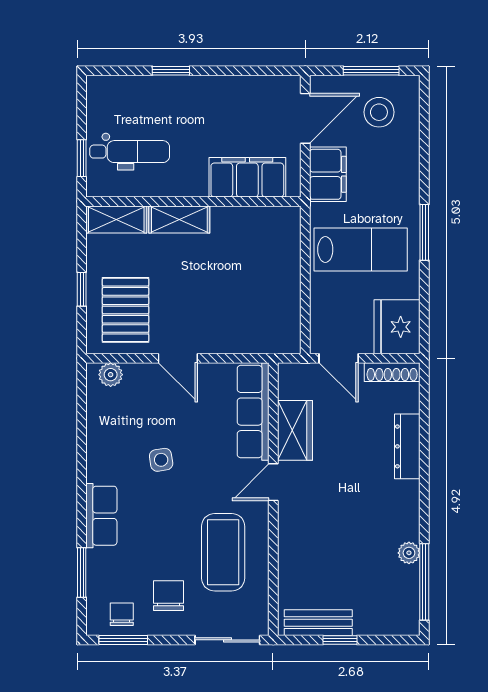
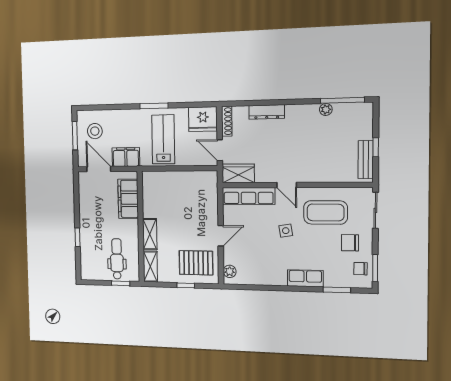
door: (339, 358) -> (220, 150), swing flipped
wardrobe: (295, 430) -> (238, 173), moved
side table: (161, 460) -> (286, 231), moved

